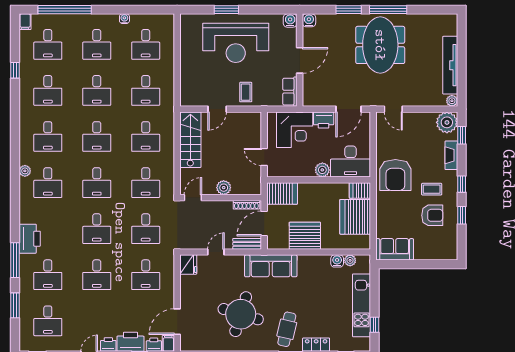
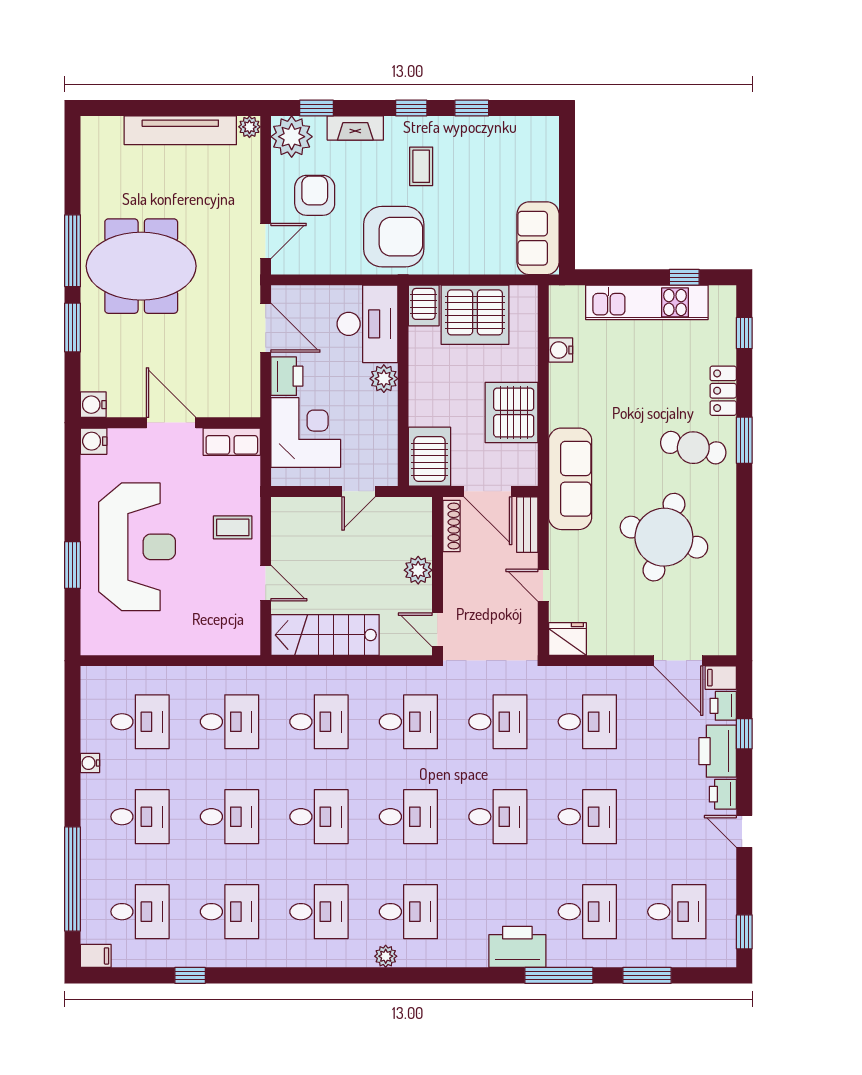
armchair: (432, 215) -> (315, 195), moved
plant: (350, 260) -> (560, 325), removed

